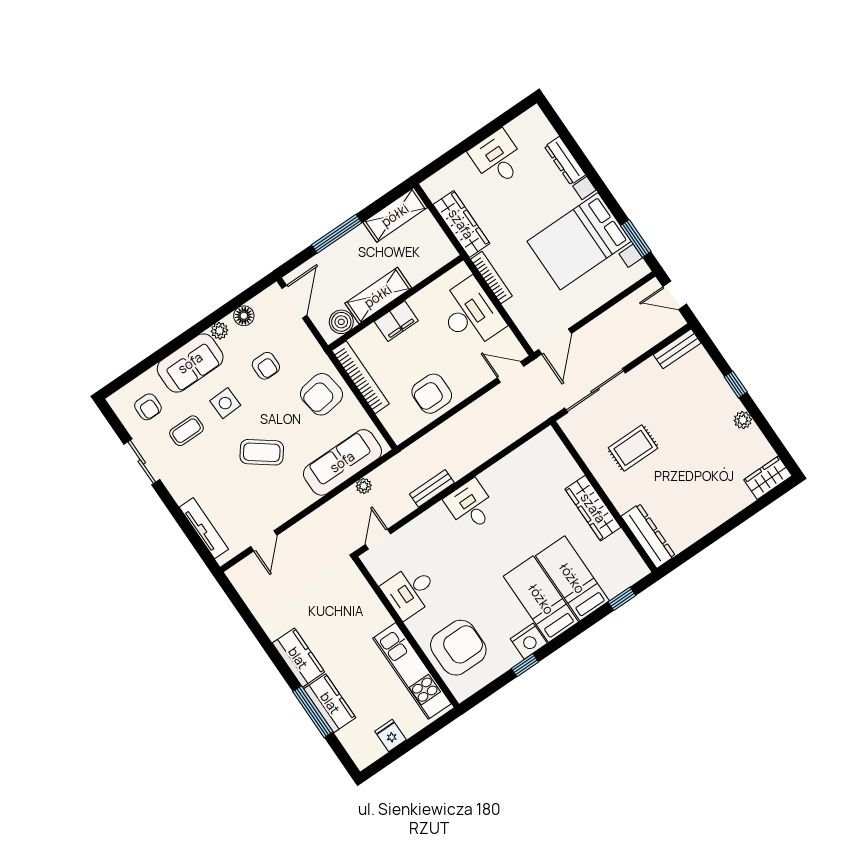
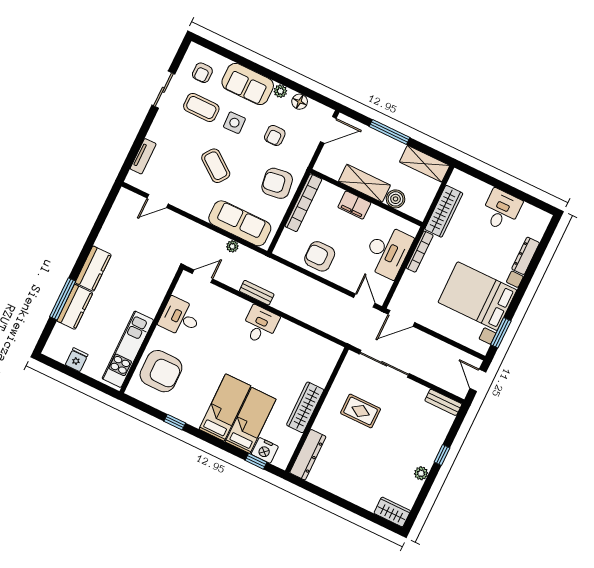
boiler: (341, 322) -> (396, 199), moved
coffee table: (186, 431) -> (201, 107), width x1.36, depth x1.30
tv unit: (204, 528) -> (143, 156), width x0.71
nightstand: (529, 641) -> (265, 450), moved

